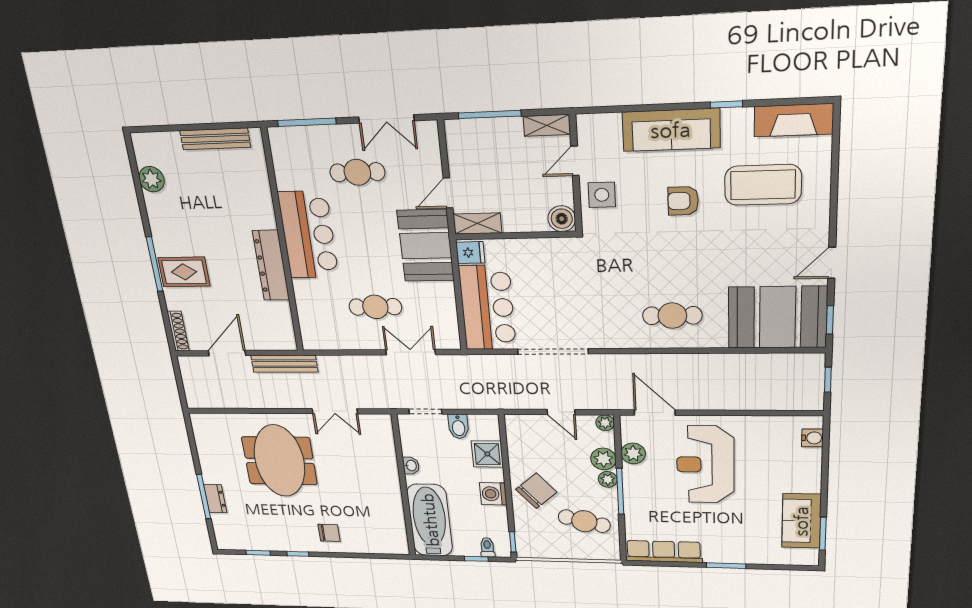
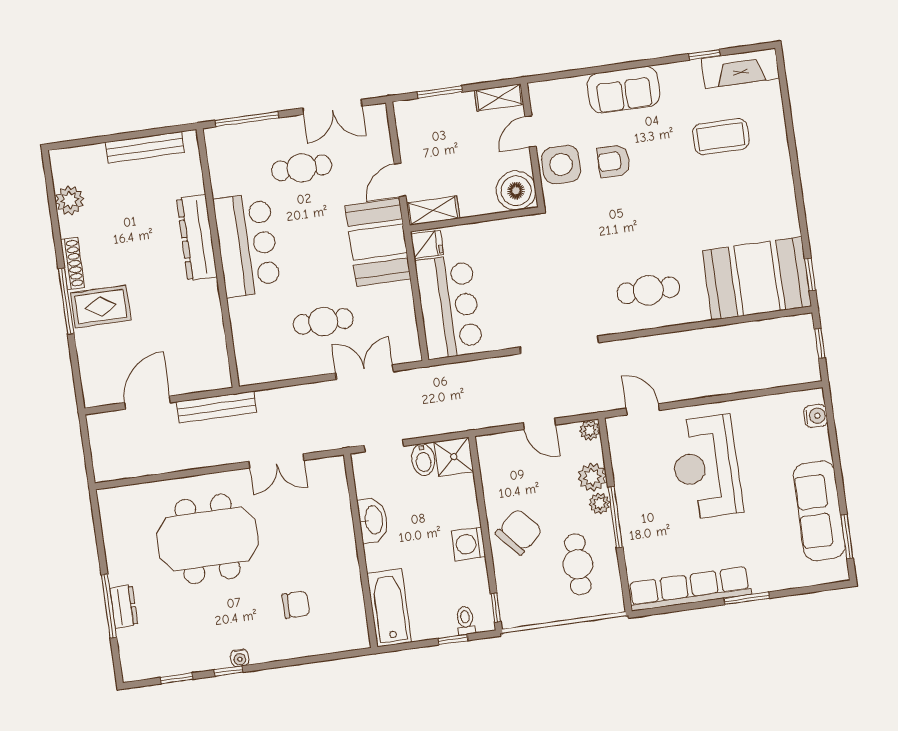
window: (726, 104) -> (704, 55), moved
window: (490, 114) -> (440, 92), width x0.69
sofa: (671, 130) -> (624, 90), width x0.73
coffee table: (763, 185) -> (721, 137), width x0.73, depth x0.76
side table: (602, 195) -> (561, 165), width x1.37, depth x1.37
armchair: (683, 201) -> (614, 161), moved
boiler: (562, 219) -> (516, 191), width x1.37, depth x1.37
door: (832, 263) -> (801, 211), removed
dresser: (271, 265) -> (197, 238), moved
shoe rack: (178, 331) -> (73, 263), moved
doorway: (553, 351) -> (559, 345), moved
door: (655, 413) -> (643, 409), width x0.73
plant: (633, 453) -> (625, 465), removed
shower: (487, 454) -> (454, 457), moved
meeting table: (279, 461) -> (208, 539), turned 90
washbasin: (411, 466) -> (373, 520), width x1.91, depth x1.45
bathtub: (430, 520) -> (389, 608), width x0.73, depth x0.73
cafe table: (584, 521) -> (578, 564), turned 76
sofa: (801, 521) -> (819, 511), width x1.36
chair: (329, 533) -> (296, 605), moved
water cooler: (306, 546) -> (240, 658), added
row of seats: (664, 552) -> (690, 589), width x1.36

